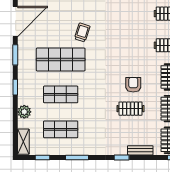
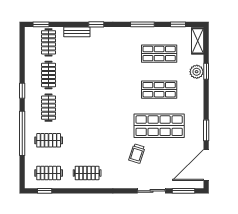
armchair: (133, 85) -> (84, 100), removed
window: (15, 87) -> (206, 71), moved
clothes rail: (130, 109) -> (87, 173), moved

